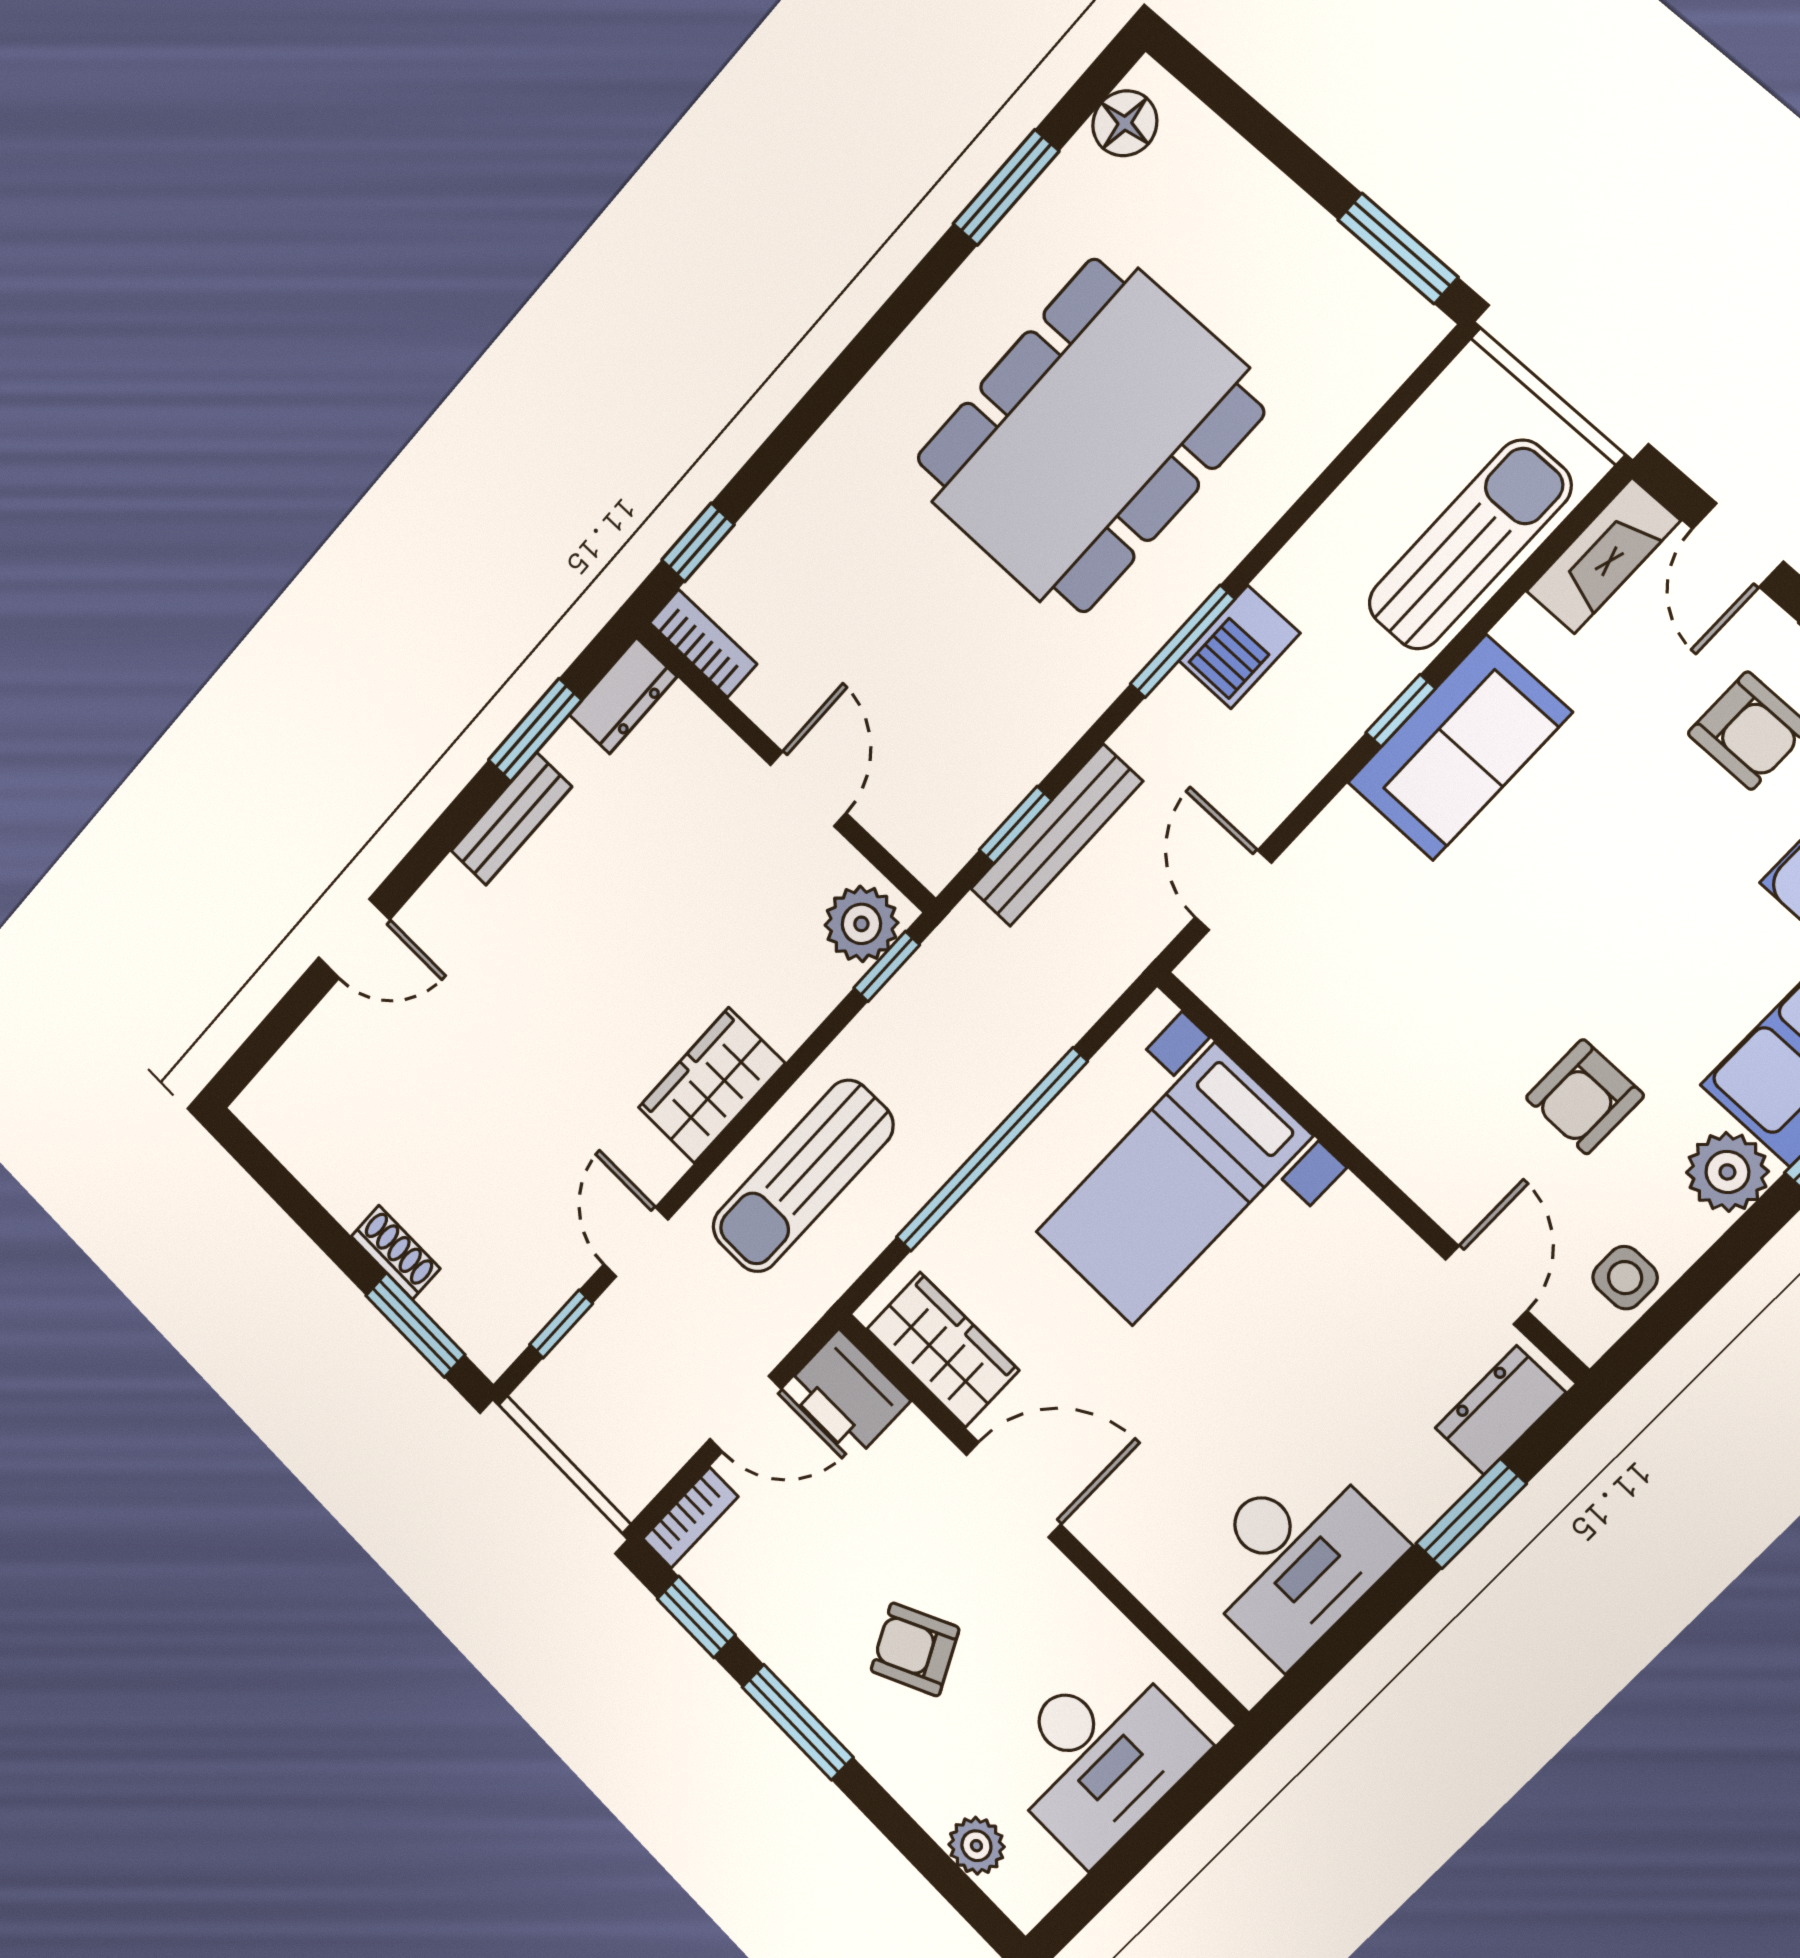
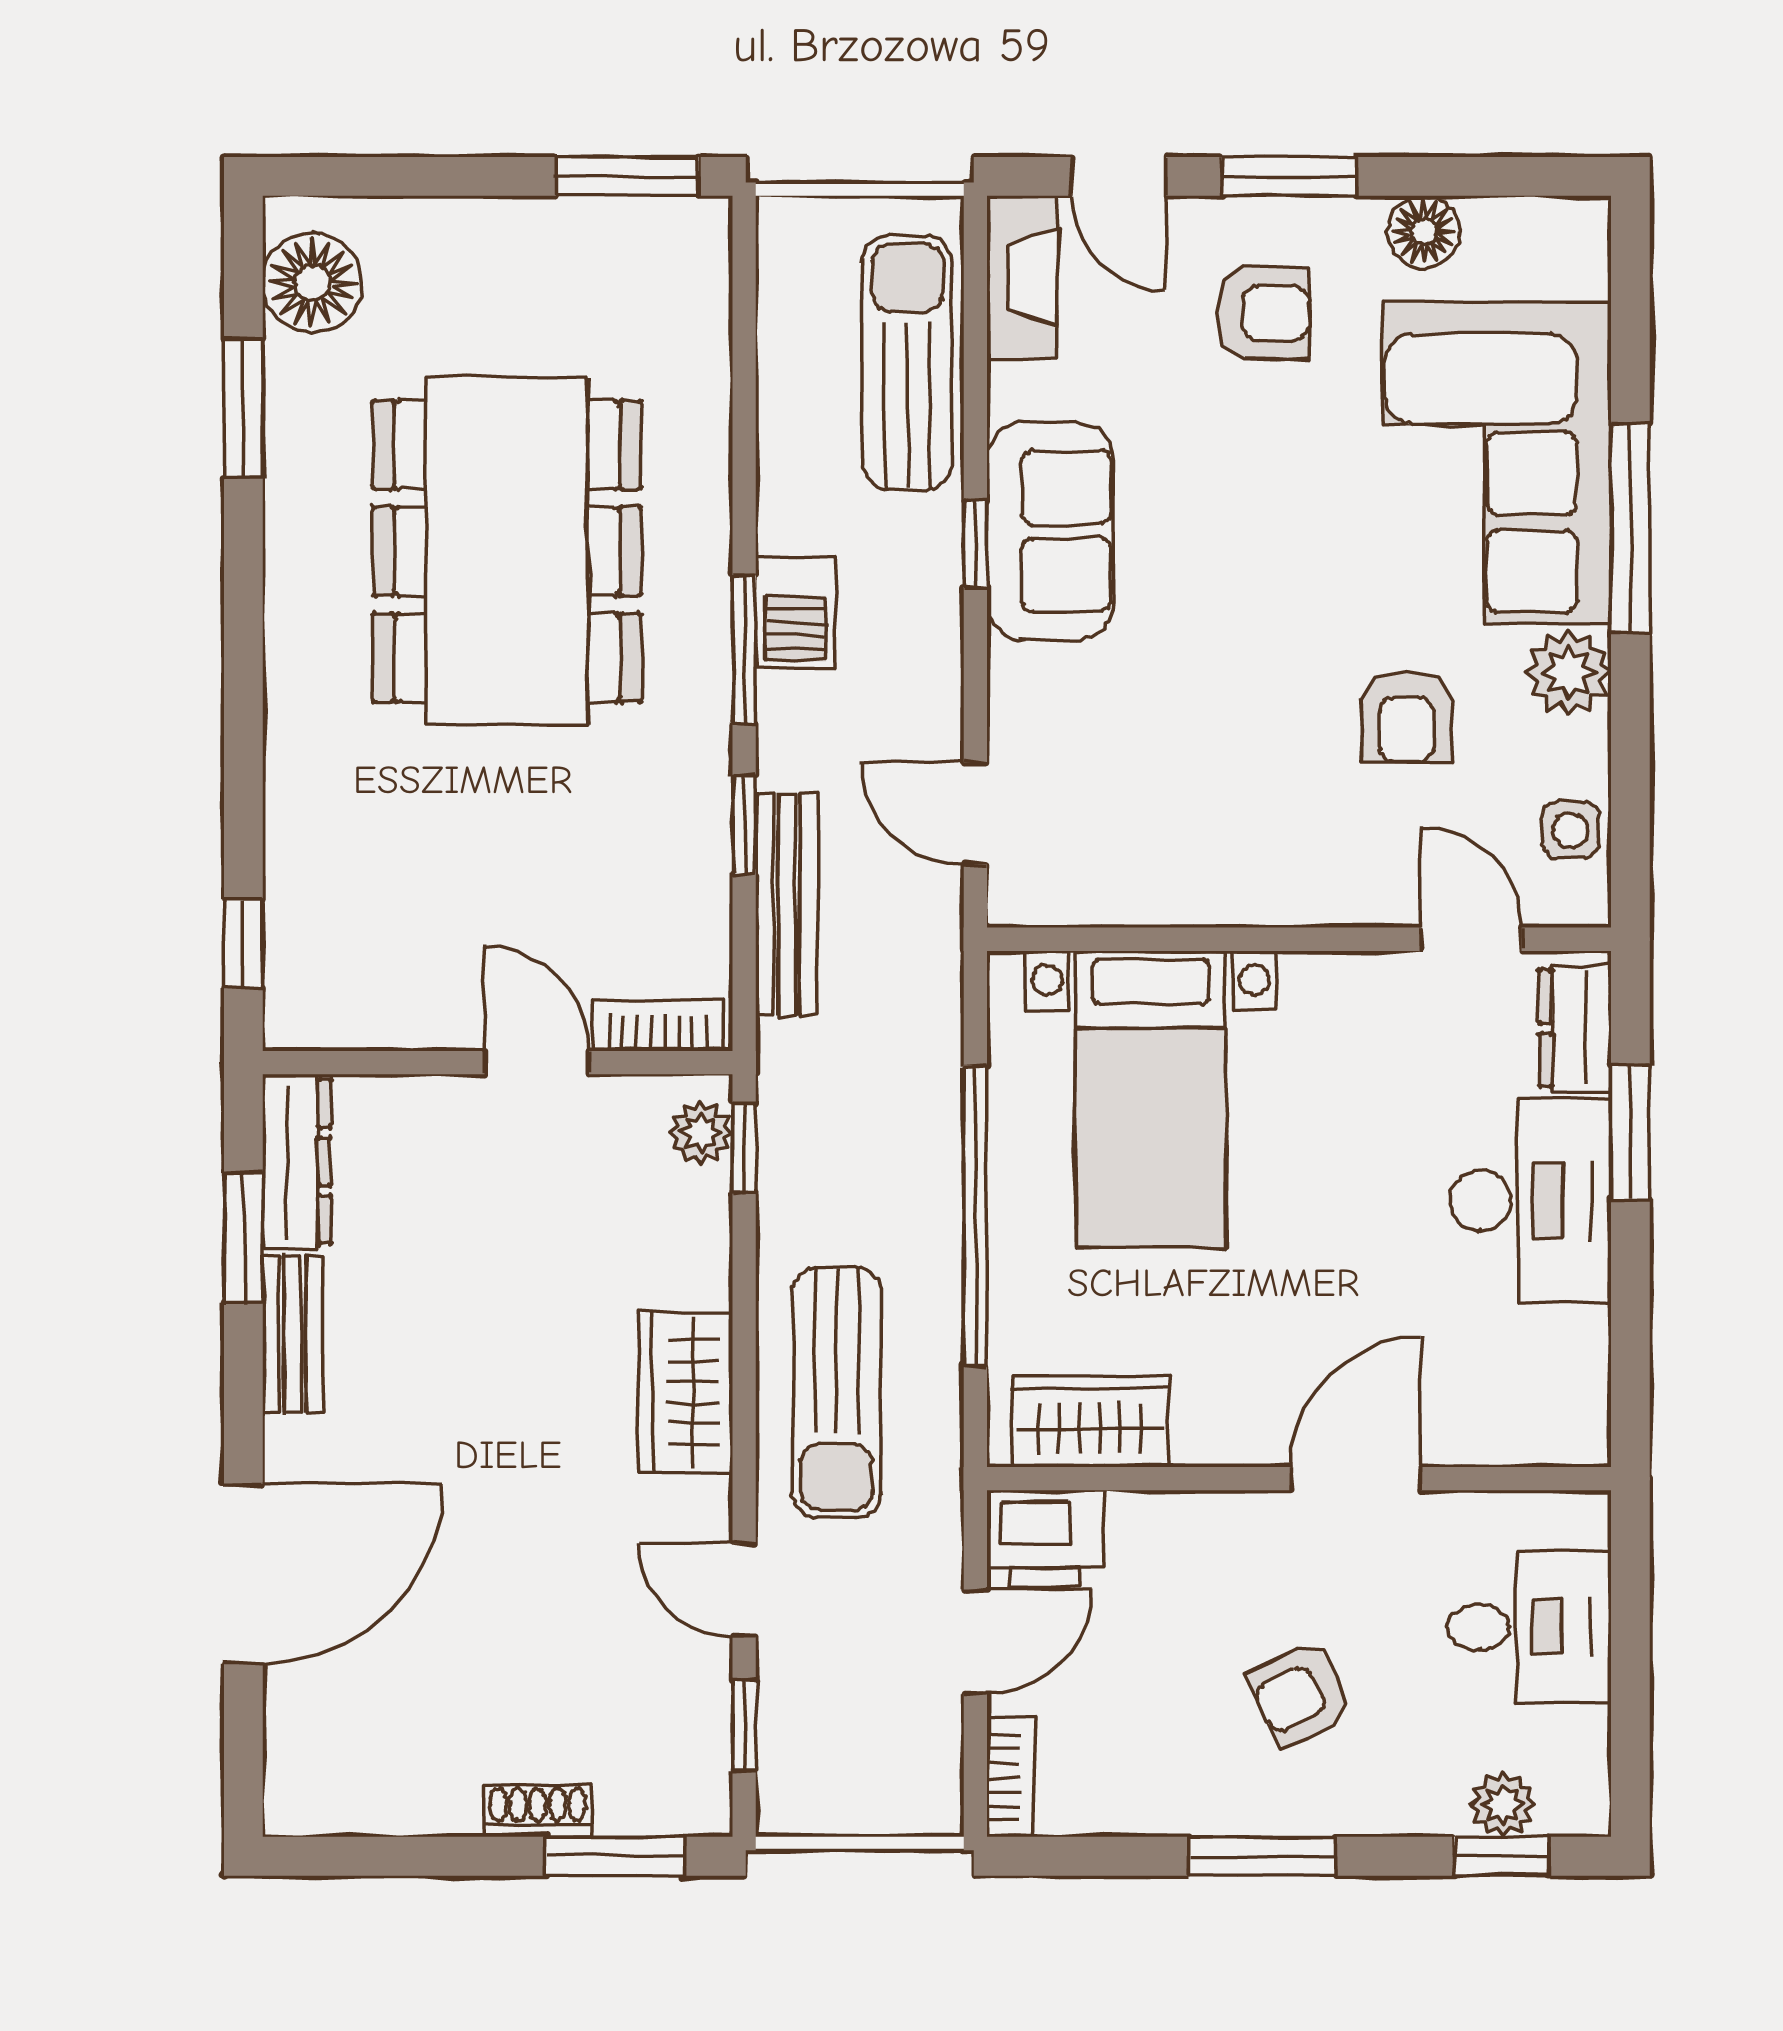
floor lamp: (1125, 123) -> (313, 283), width x1.38, depth x1.38
bookcase: (703, 643) -> (658, 1025), moved
dresser: (623, 696) -> (297, 1162), width x1.44
window: (1015, 825) -> (744, 825), moved
plant: (861, 924) -> (701, 1133), width x0.73, depth x0.73
door: (354, 938) -> (243, 1574), width x1.88
door: (1013, 1490) -> (1356, 1479), moved
desk: (1295, 1558) -> (1531, 1201), moved
window: (696, 1617) -> (1502, 1856), moved
desk: (1099, 1756) -> (1529, 1627), width x0.73

